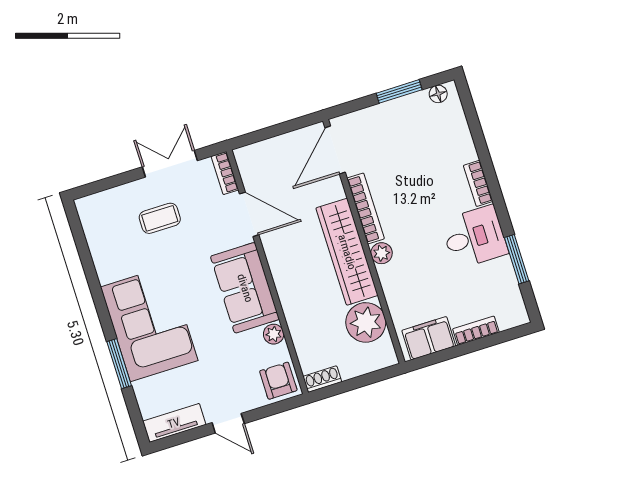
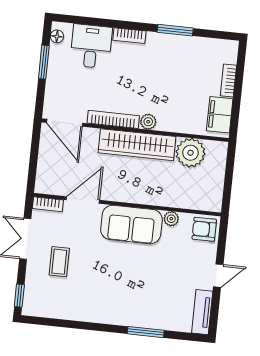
window: (96, 187) -> (19, 296), added
desk: (474, 237) -> (91, 46), moved
window: (517, 259) -> (175, 30), moved
corner sofa: (149, 324) -> (128, 300), removed
shoe rack: (322, 379) -> (216, 199), removed

